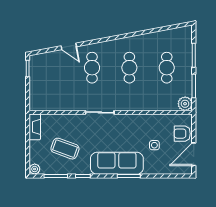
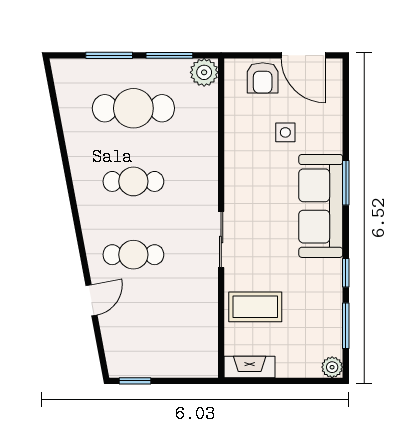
cafe table: (167, 68) -> (133, 108), width x1.37, depth x1.35
coffee table: (65, 149) -> (255, 307), moved, turned 70

